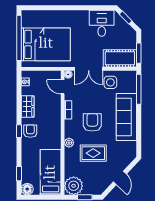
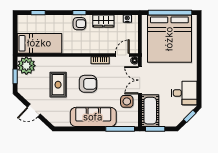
bed: (46, 44) -> (169, 39), width x1.36
plant: (69, 143) -> (68, 61), removed
floor lamp: (27, 189) -> (23, 21), removed

